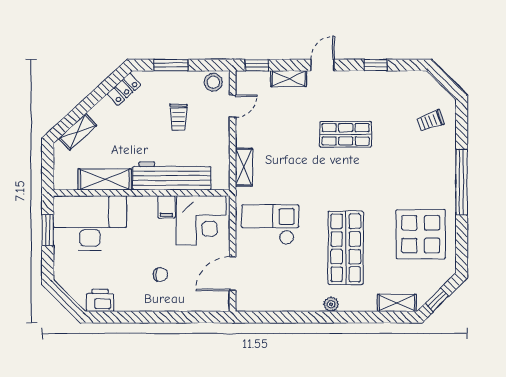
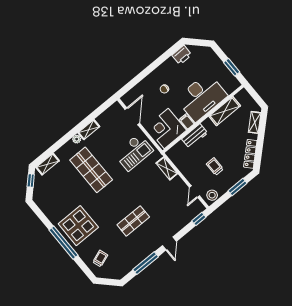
window: (375, 65) -> (146, 263), width x2.17
shelving: (288, 79) -> (89, 130), moved
locker: (124, 89) -> (250, 154), width x1.53
workbench: (172, 176) -> (195, 136), width x0.53, depth x0.76
desk: (90, 223) -> (202, 97), moved
display table: (421, 234) -> (78, 226), moved

